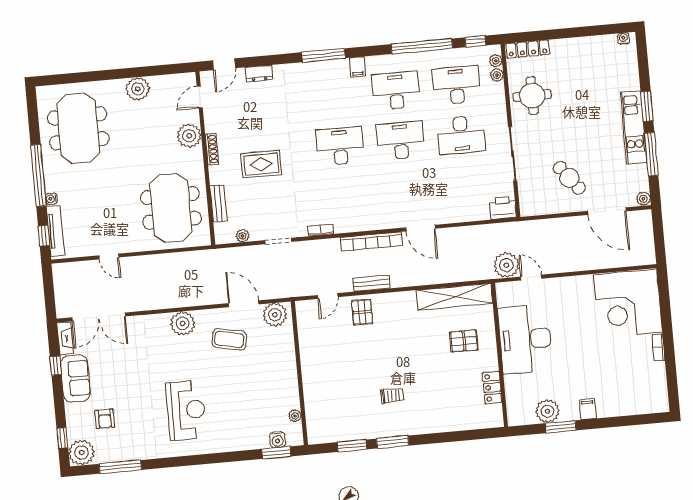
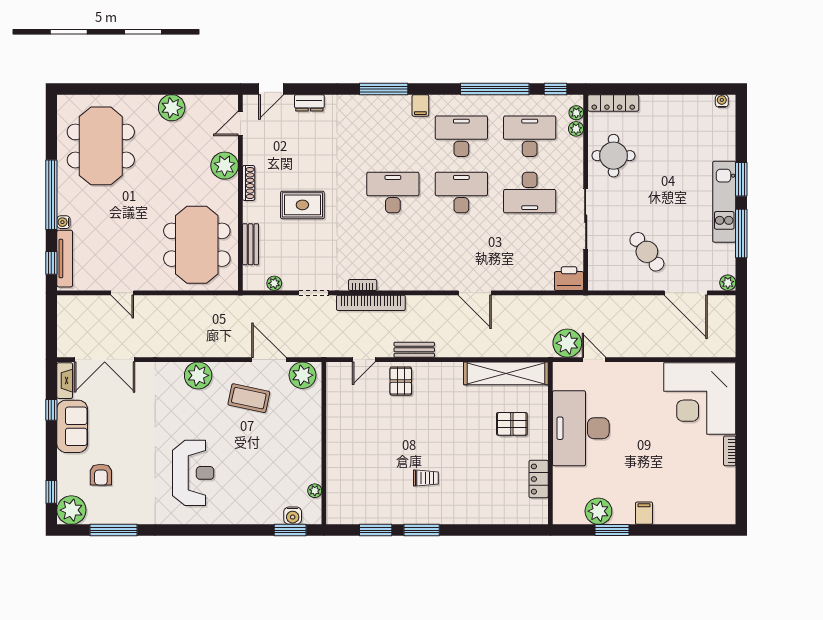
bookcase: (371, 241) -> (371, 303), moved

